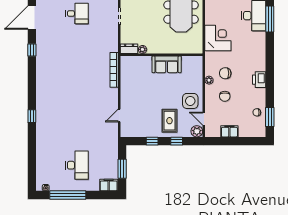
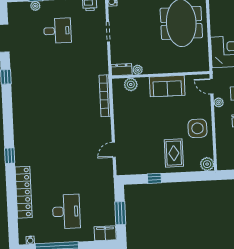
plant: (136, 61) -> (131, 84), added
door: (204, 119) -> (212, 86), moved
window: (177, 141) -> (184, 177), removed
locker: (42, 147) -> (24, 192), added

